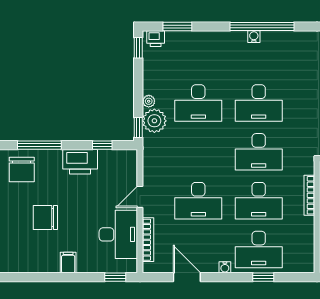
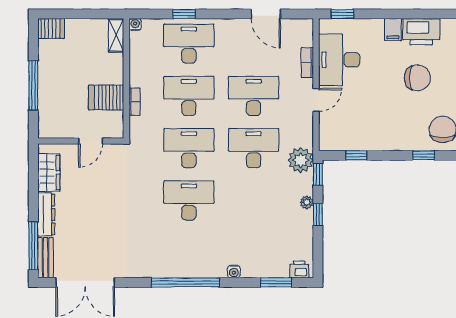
water cooler: (254, 37) -> (234, 272), moved
window: (138, 48) -> (318, 214), moved
desk: (198, 103) -> (254, 148), moved
plant: (154, 121) -> (301, 160), moved
window: (39, 145) -> (424, 155), width x0.46
printer: (80, 162) -> (421, 32), moved, turned 180
bookcase: (309, 195) -> (135, 102), width x0.64
bookcase: (148, 240) -> (307, 63), width x0.64
water cooler: (225, 267) -> (135, 25), moved

